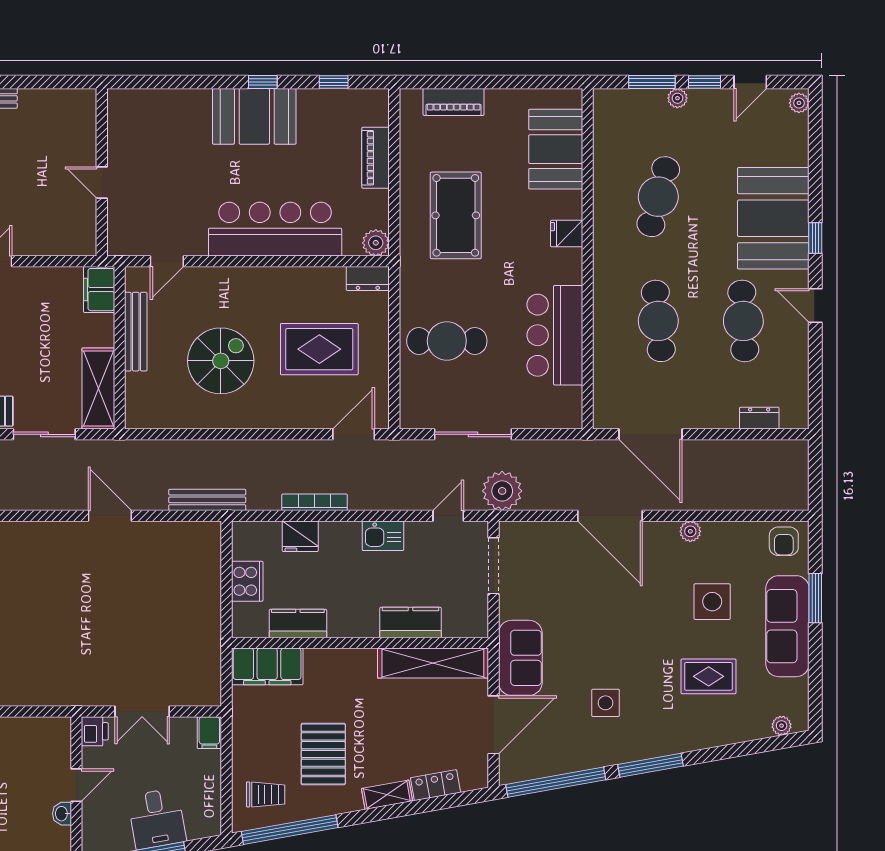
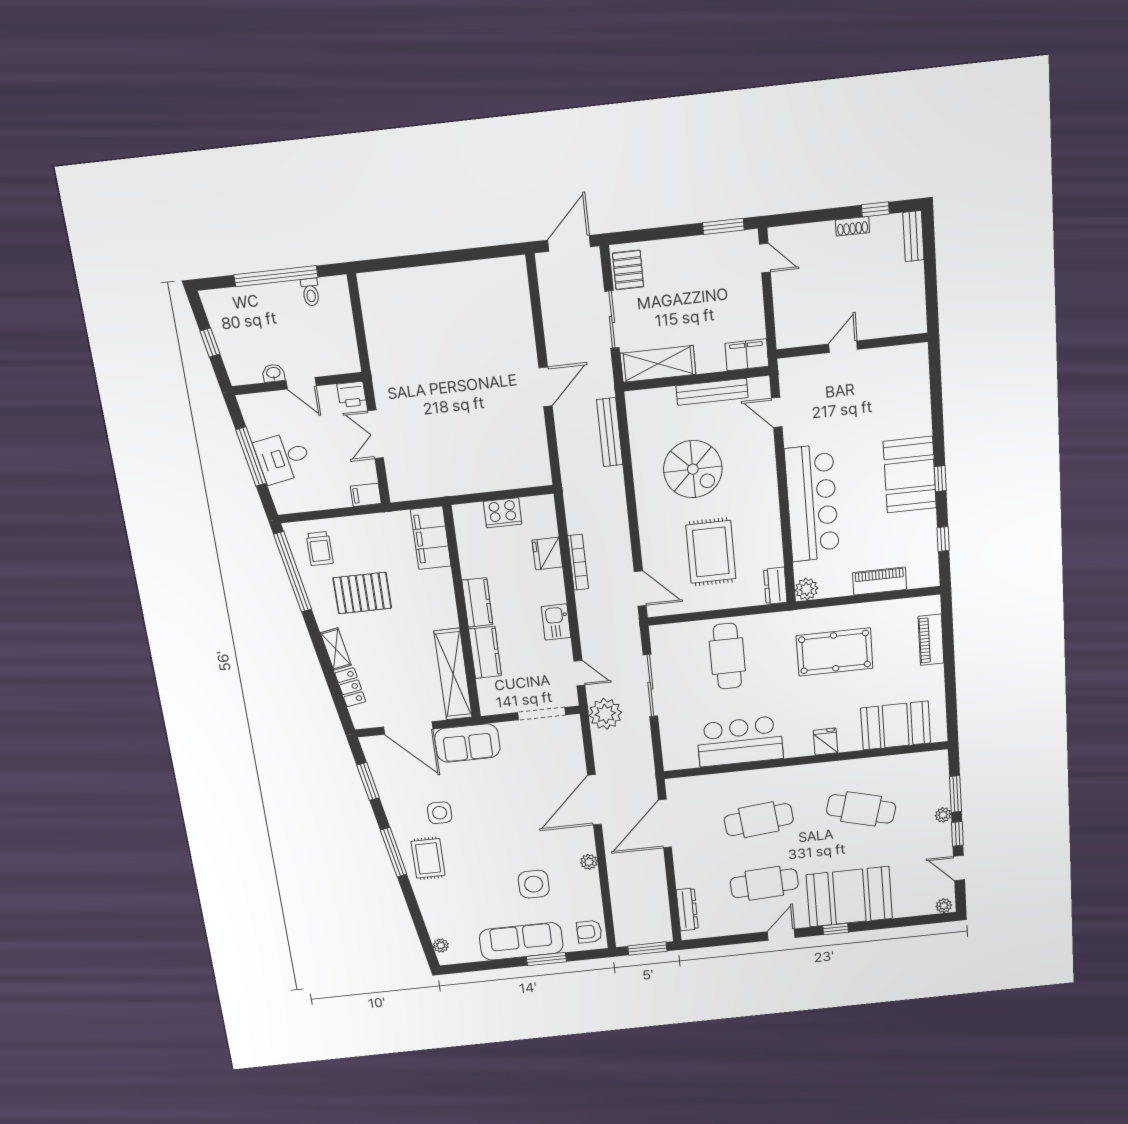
dresser: (759, 418) -> (687, 910), width x1.44
window: (815, 472) -> (647, 949), added
bench: (207, 500) -> (610, 432), moved
kitchen counter: (298, 624) -> (477, 602), moved
rug: (709, 676) -> (428, 858), moved
window: (556, 782) -> (368, 781), width x0.47

